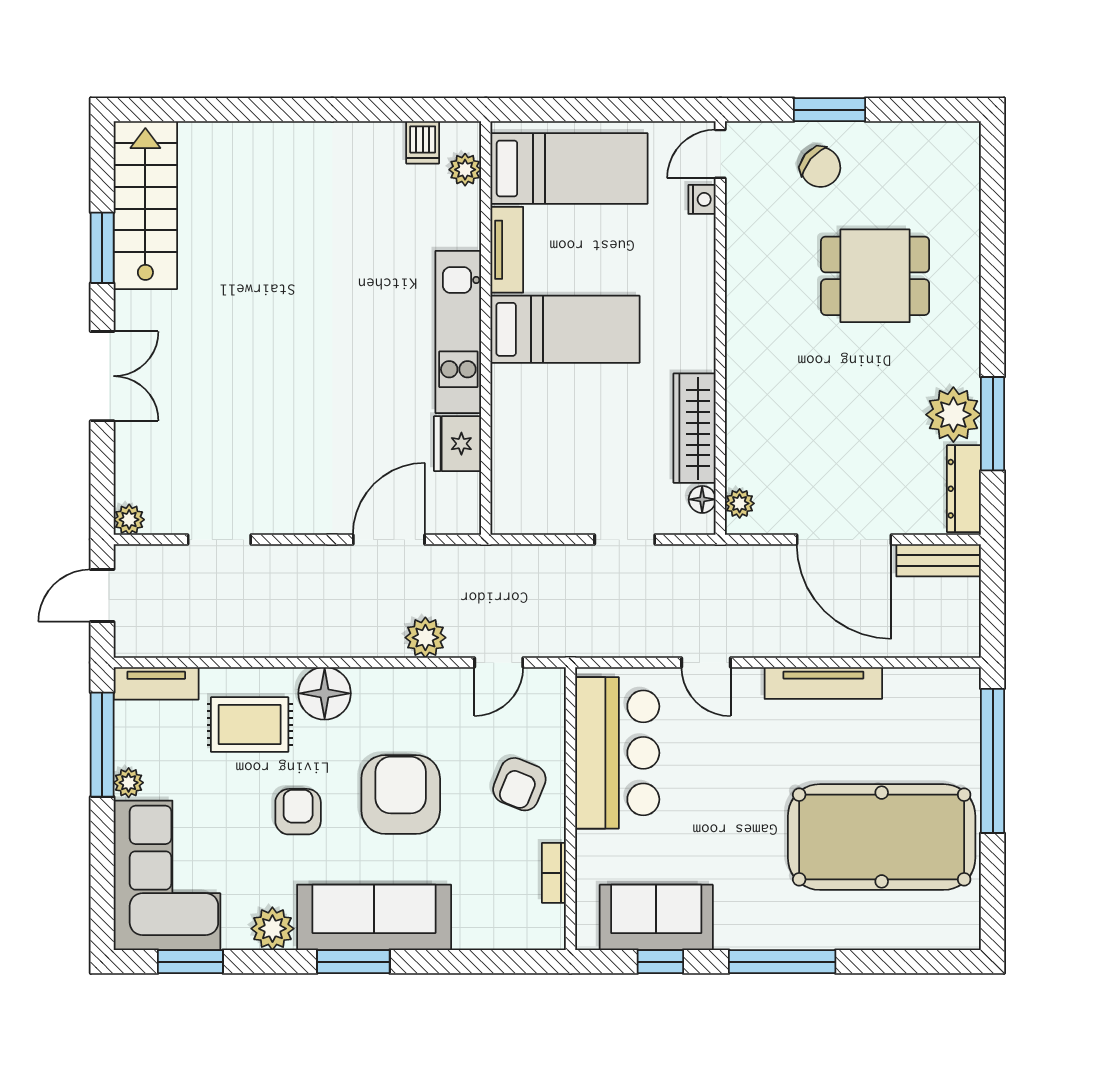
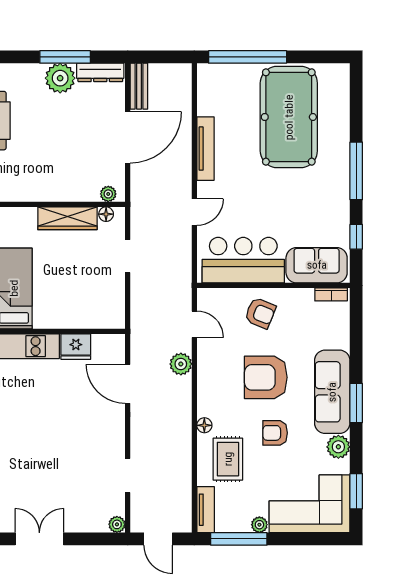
floor lamp: (325, 693) -> (204, 425), width x0.53, depth x0.53
bookcase: (554, 873) -> (331, 294), moved
sofa: (656, 917) -> (317, 265), moved, turned 90

